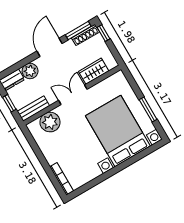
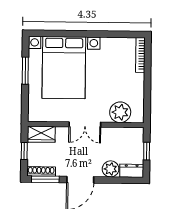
window: (103, 33) -> (24, 151), moved
wardrobe: (94, 71) -> (41, 134), moved
bench: (33, 109) -> (128, 133), removed

